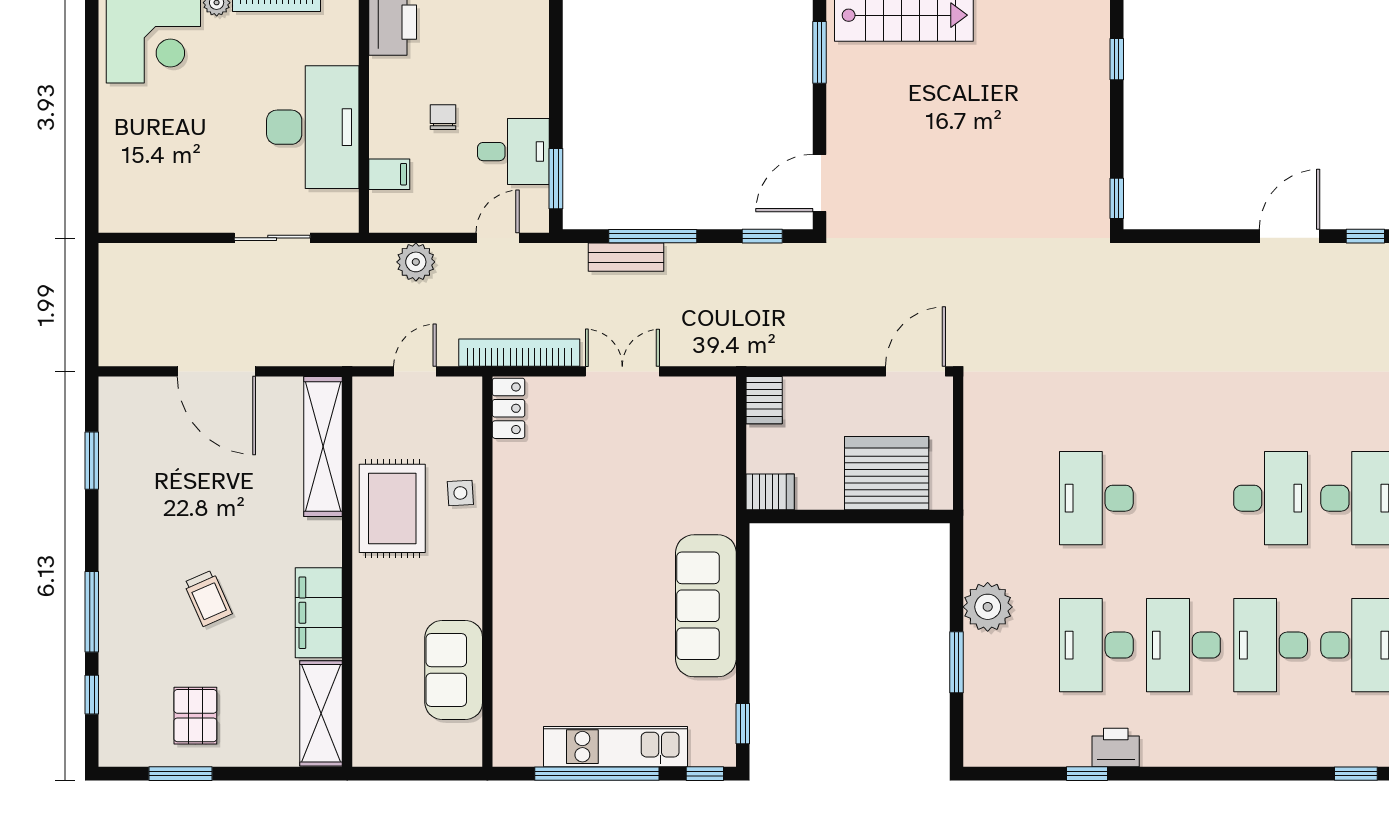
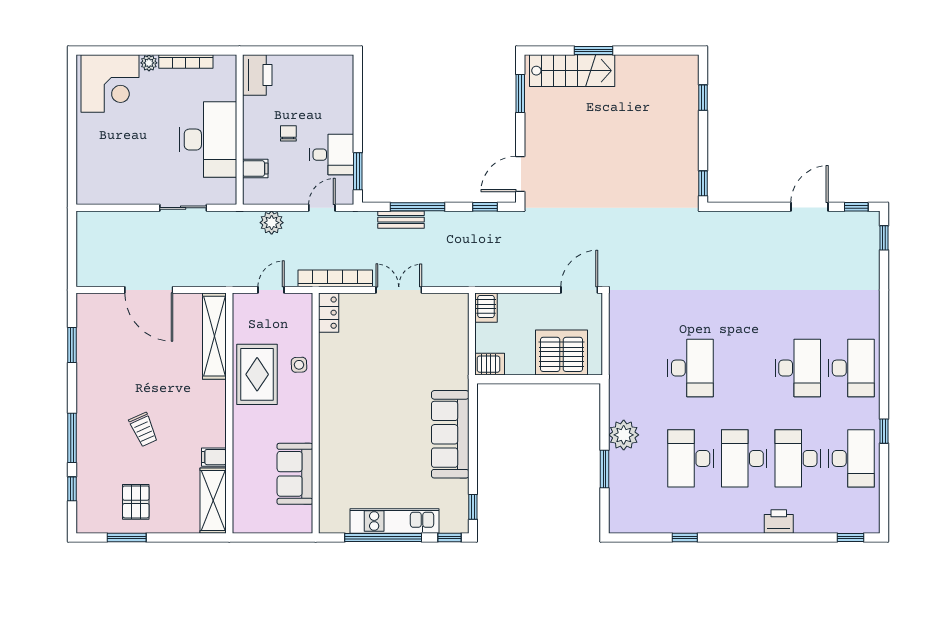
desk: (1096, 498) -> (691, 368), turned 180
filing cabinet: (319, 613) -> (214, 457), width x0.33, depth x0.86
printer: (1116, 748) -> (779, 522), moved

